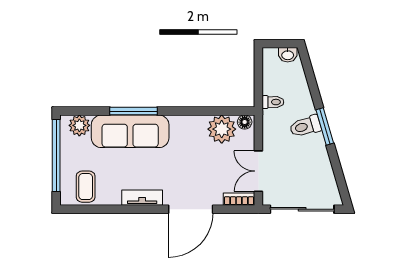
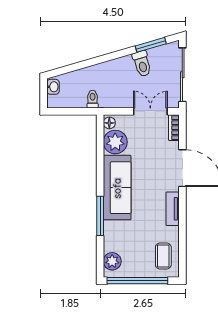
toilet: (305, 126) -> (142, 64), moved
window: (325, 126) -> (151, 45), moved
sofa: (130, 131) -> (117, 188), moved
double door: (258, 171) -> (150, 111), swing flipped
coffee table: (86, 187) -> (163, 256), turned 90

